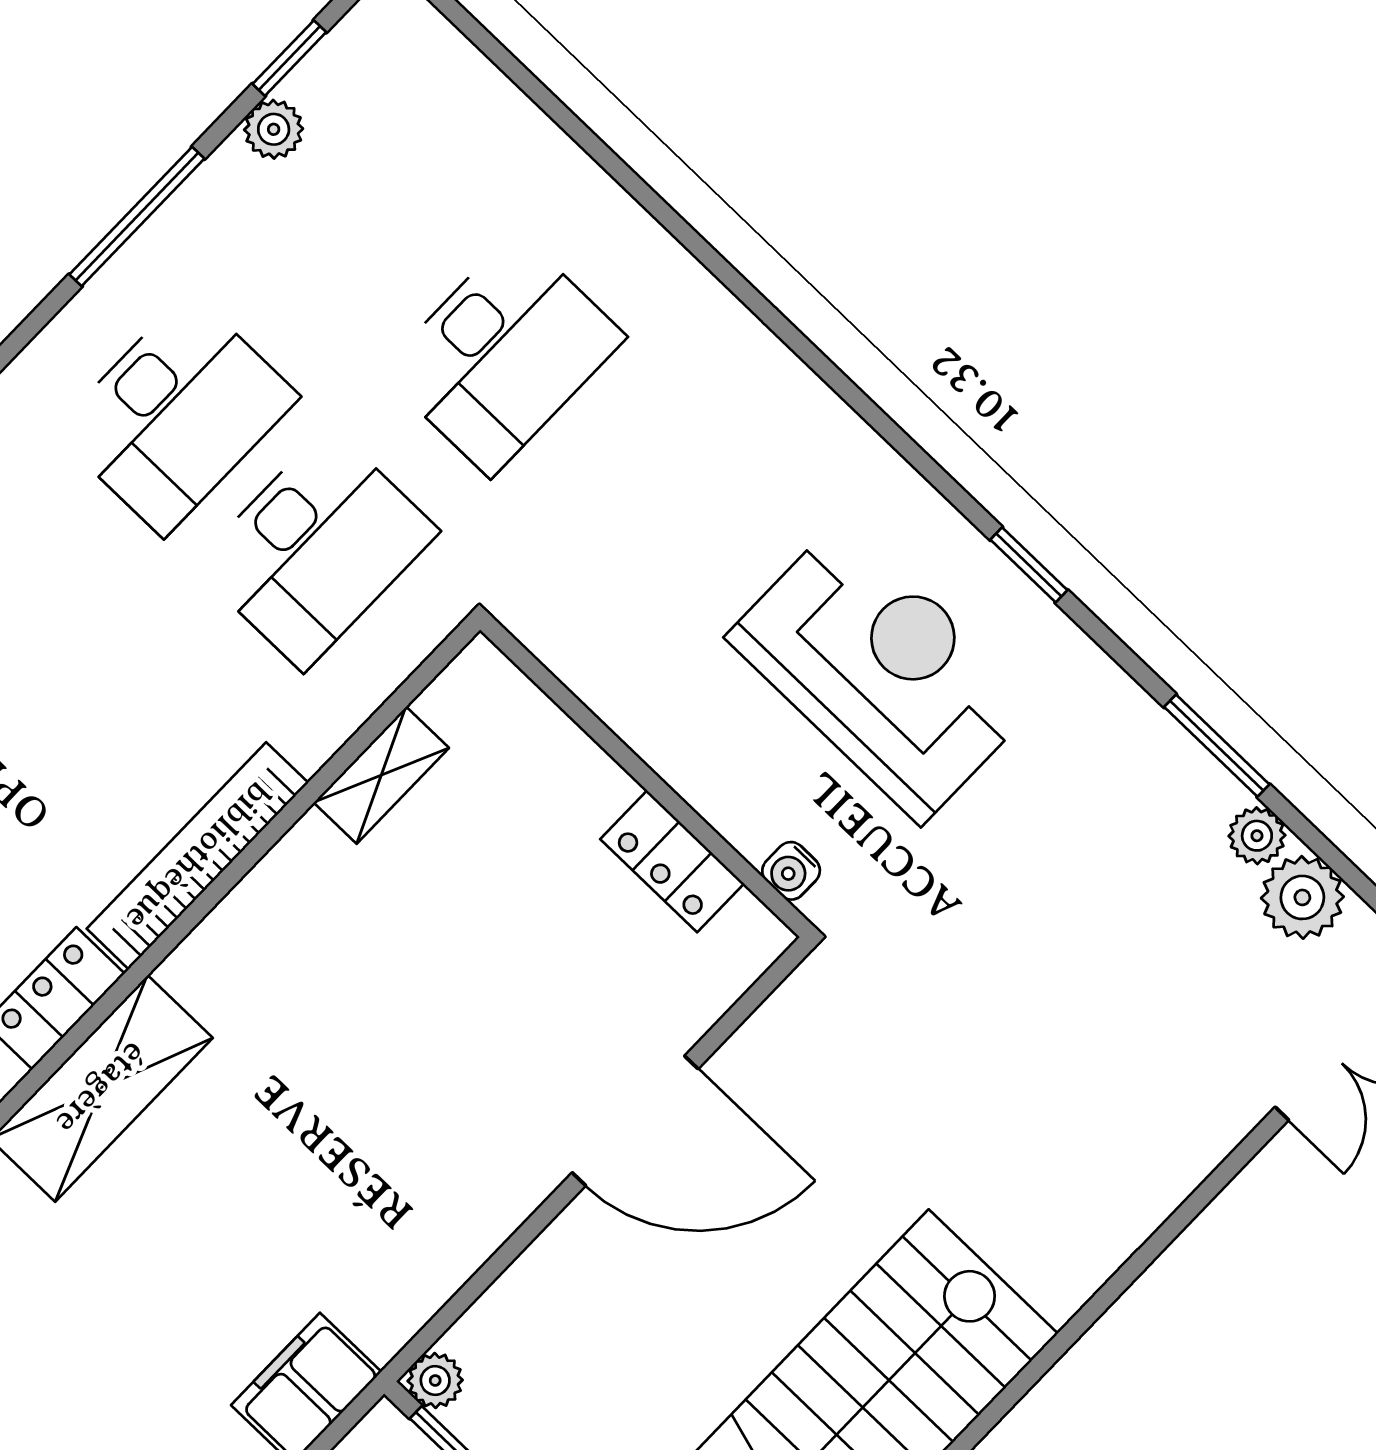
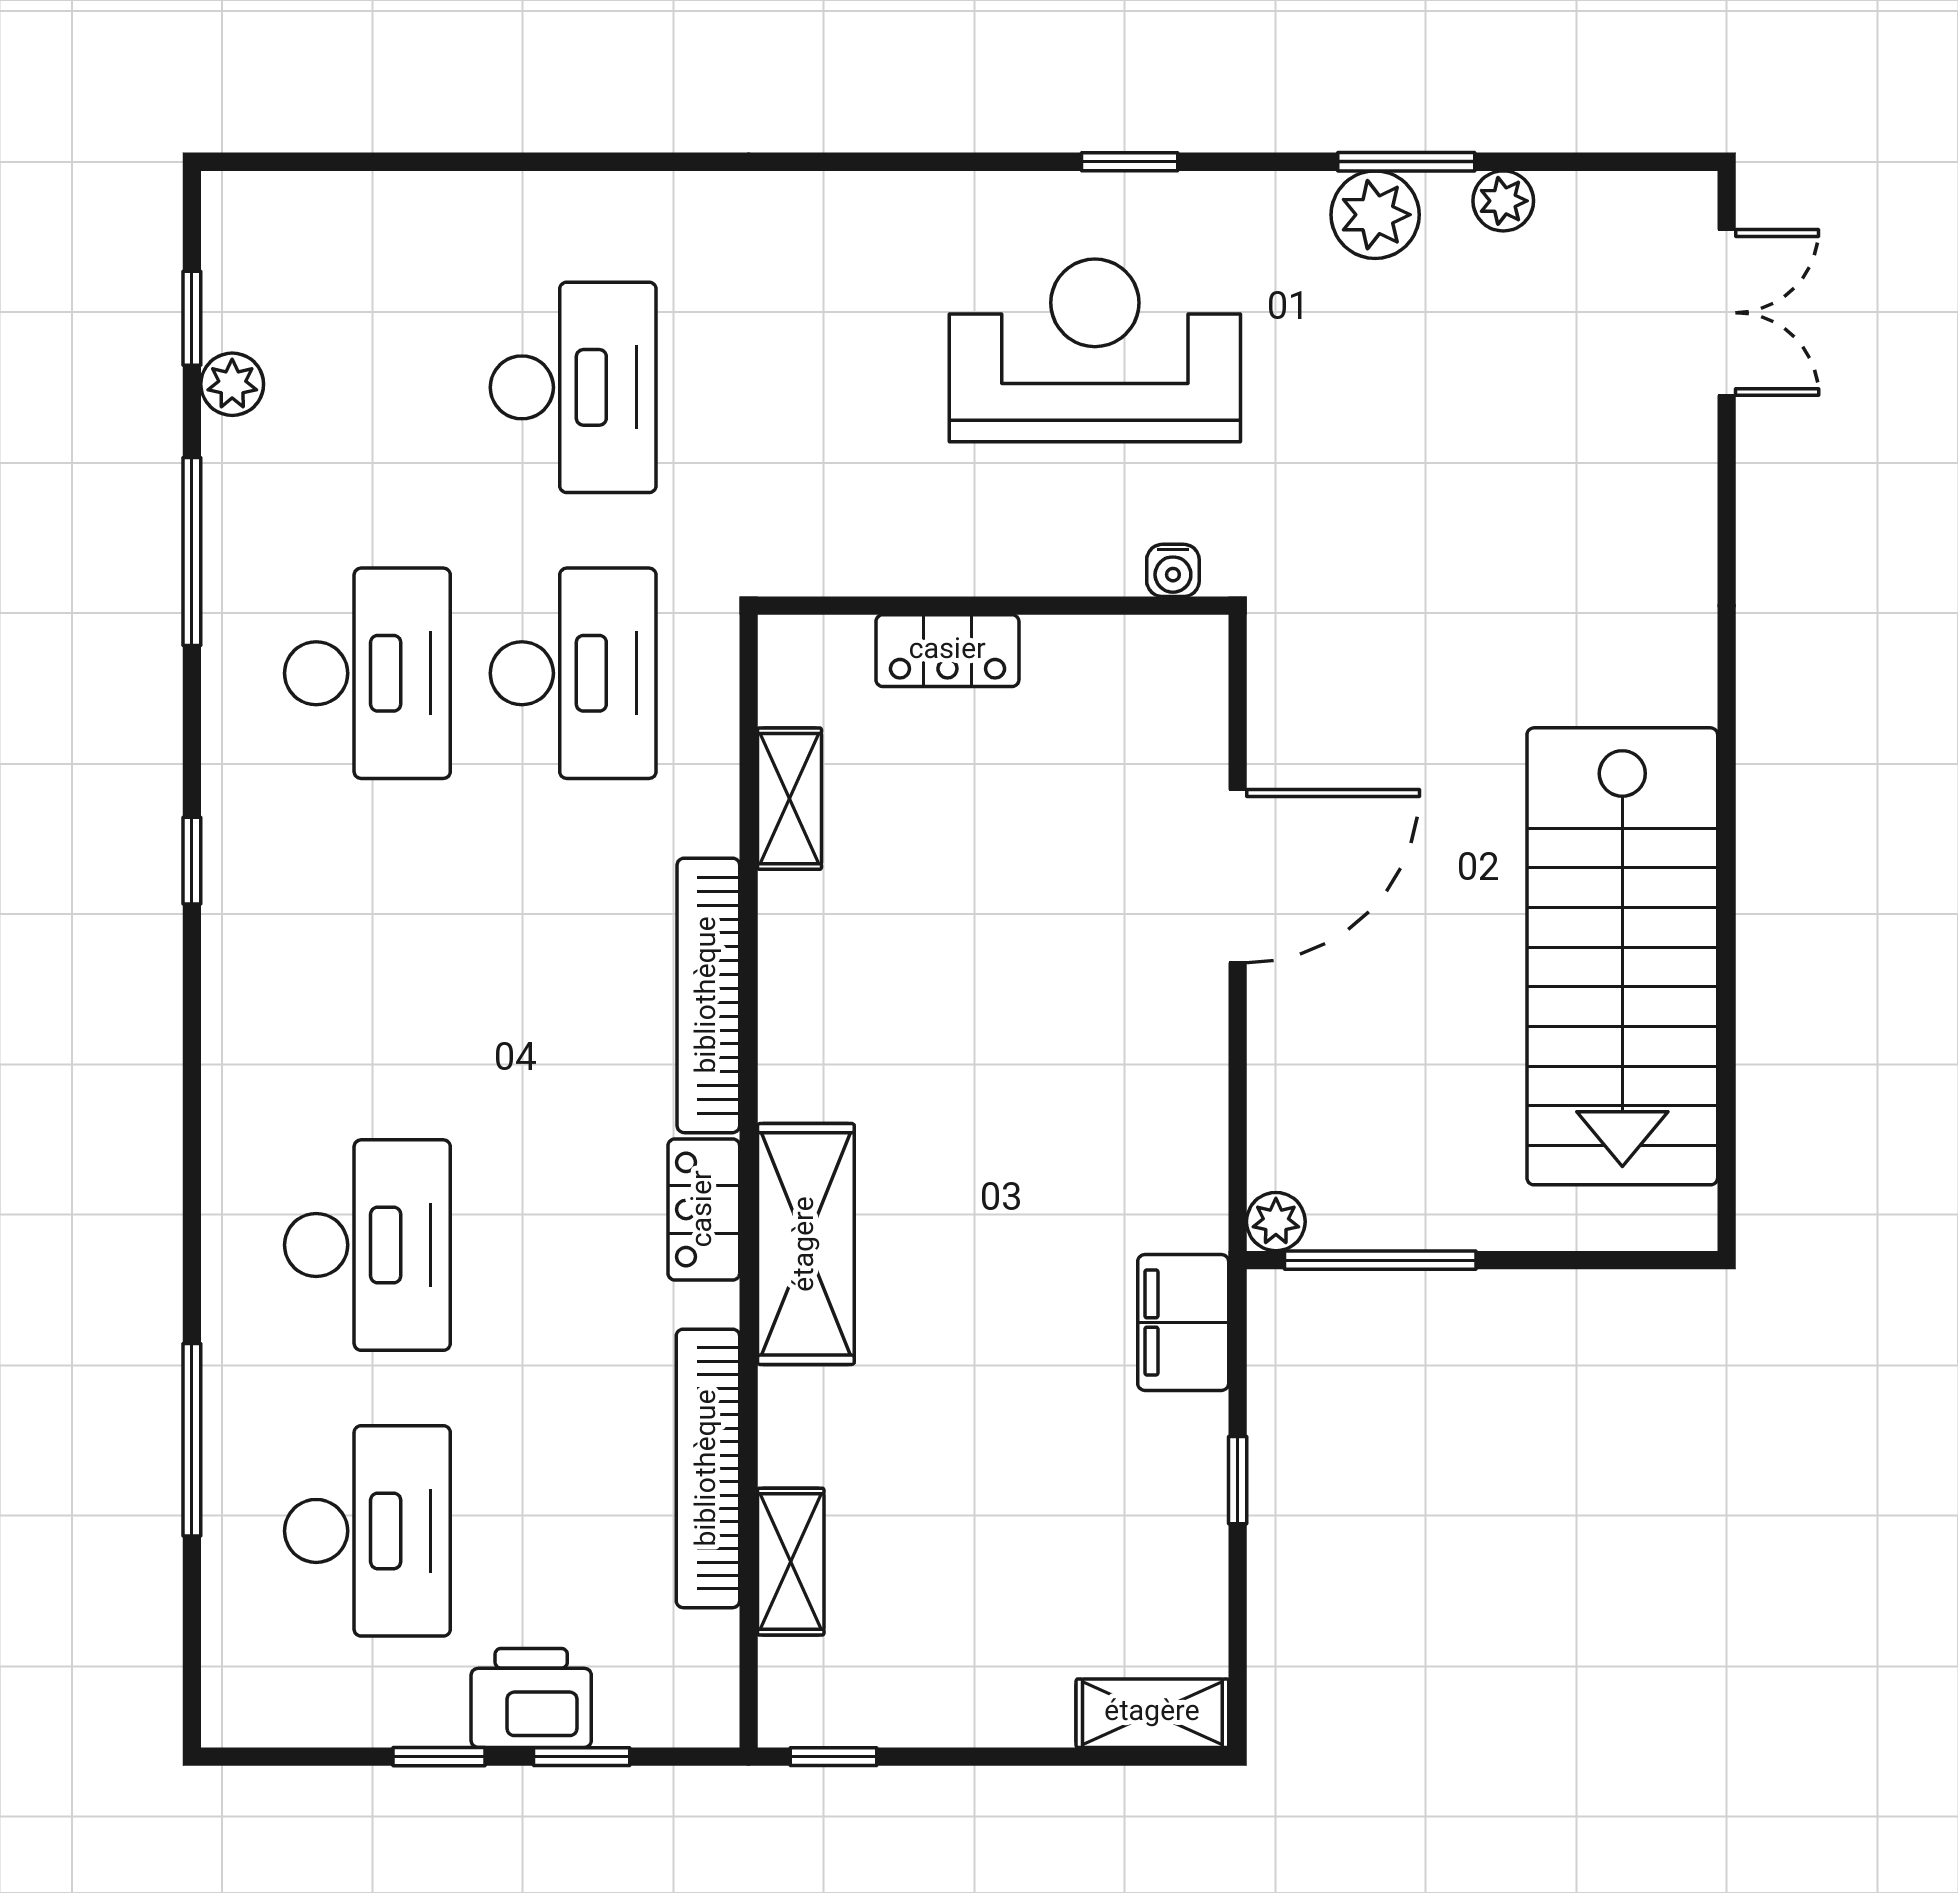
locker: (672, 861) -> (947, 651), moved
plant: (1302, 897) -> (1375, 215), moved

